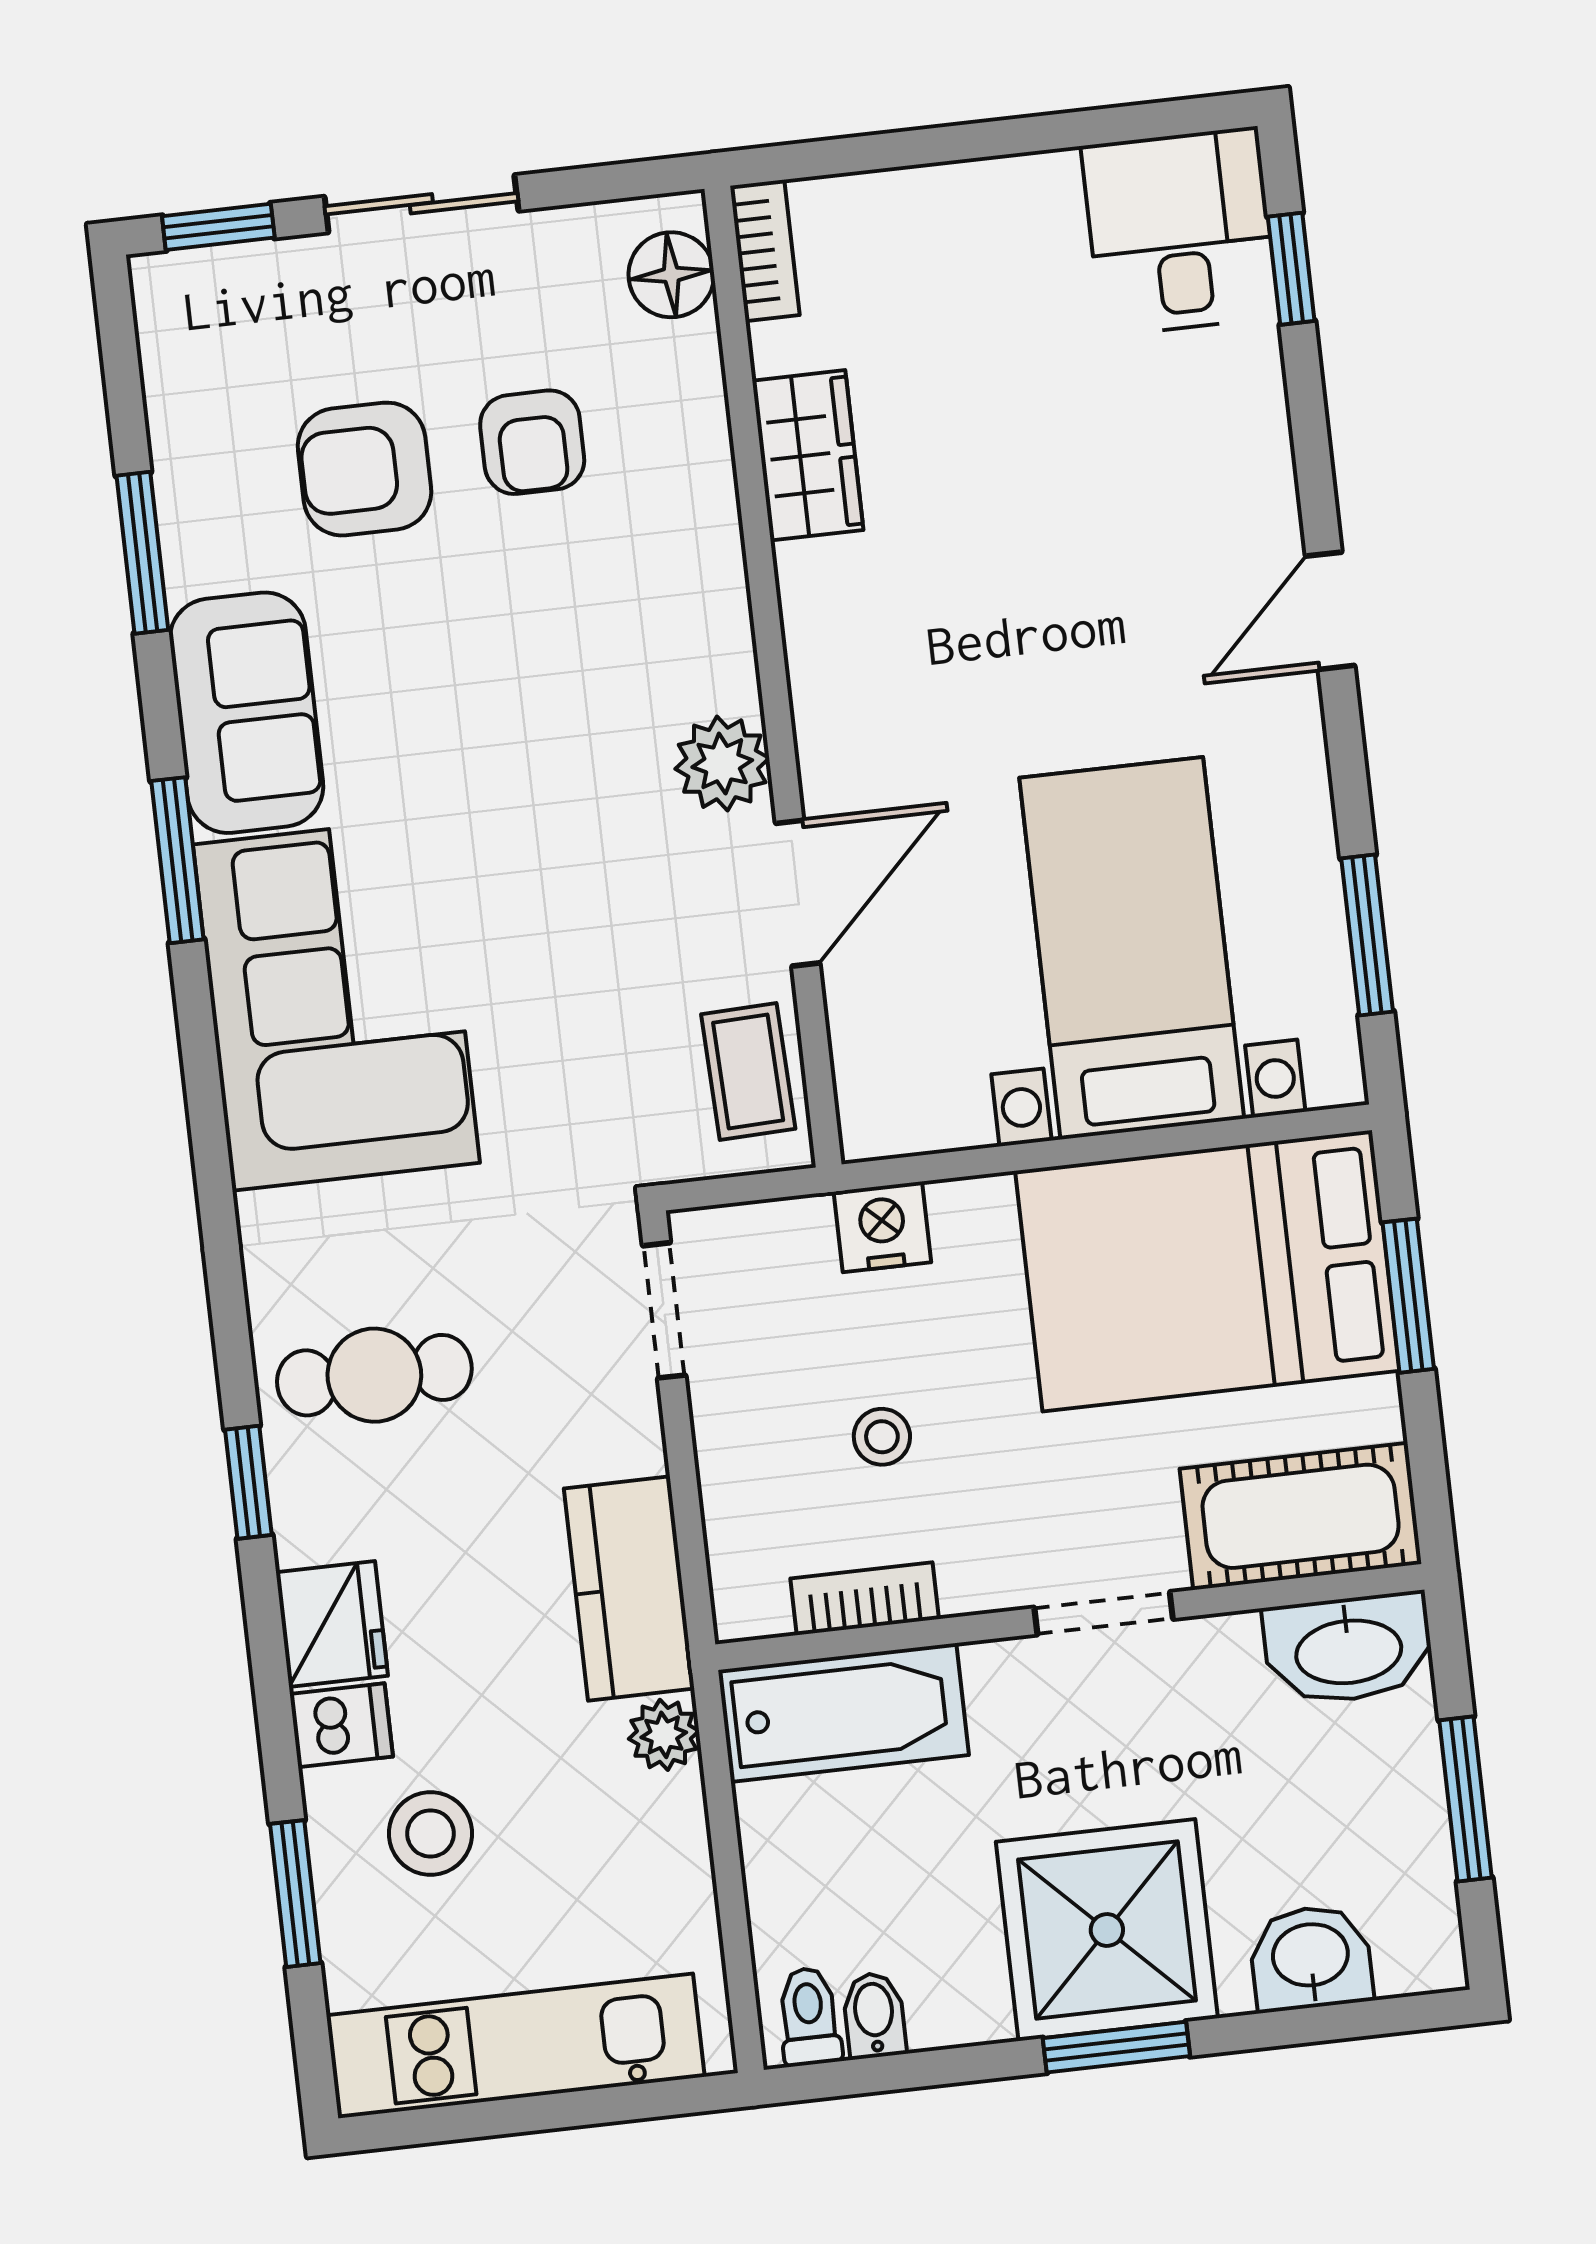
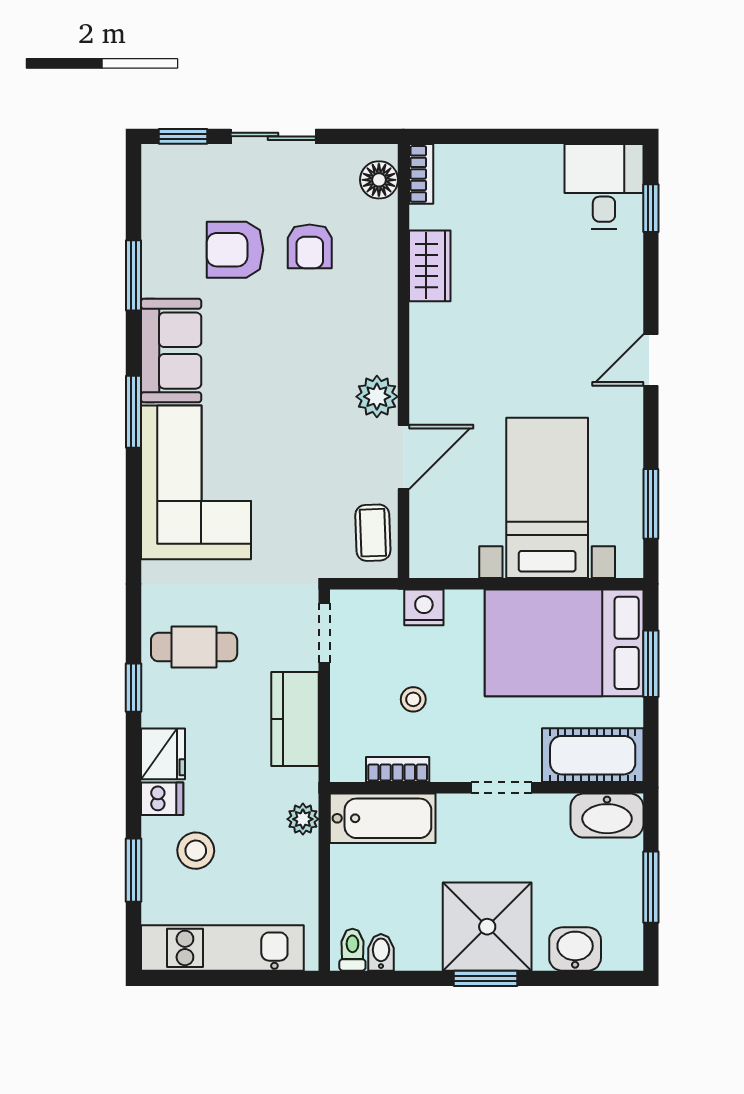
kitchen counter: (629, 1589) -> (295, 719), moved

